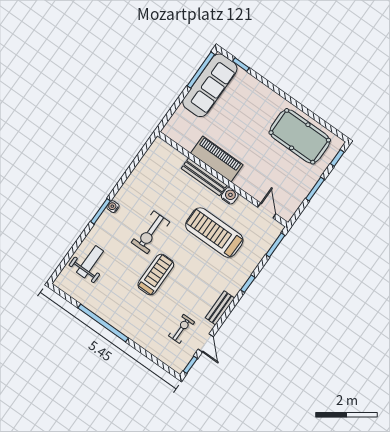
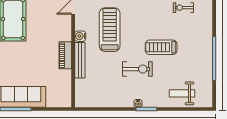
piano: (217, 159) -> (65, 55), width x0.73, depth x0.75
treadmill: (214, 233) -> (110, 30), turned 180

